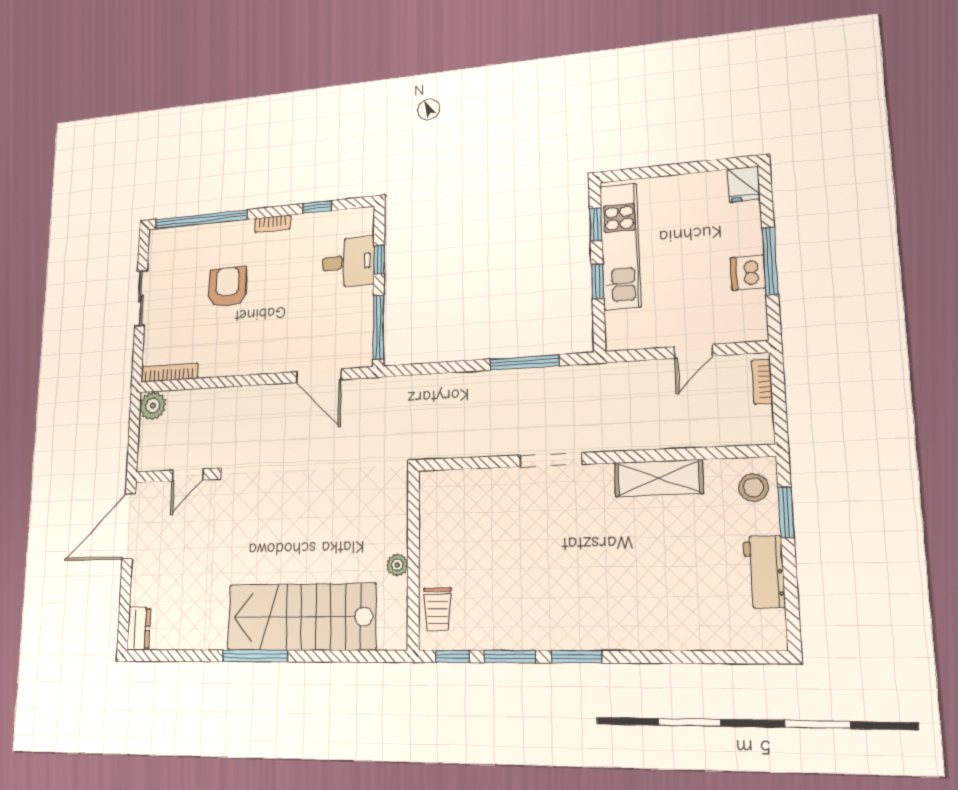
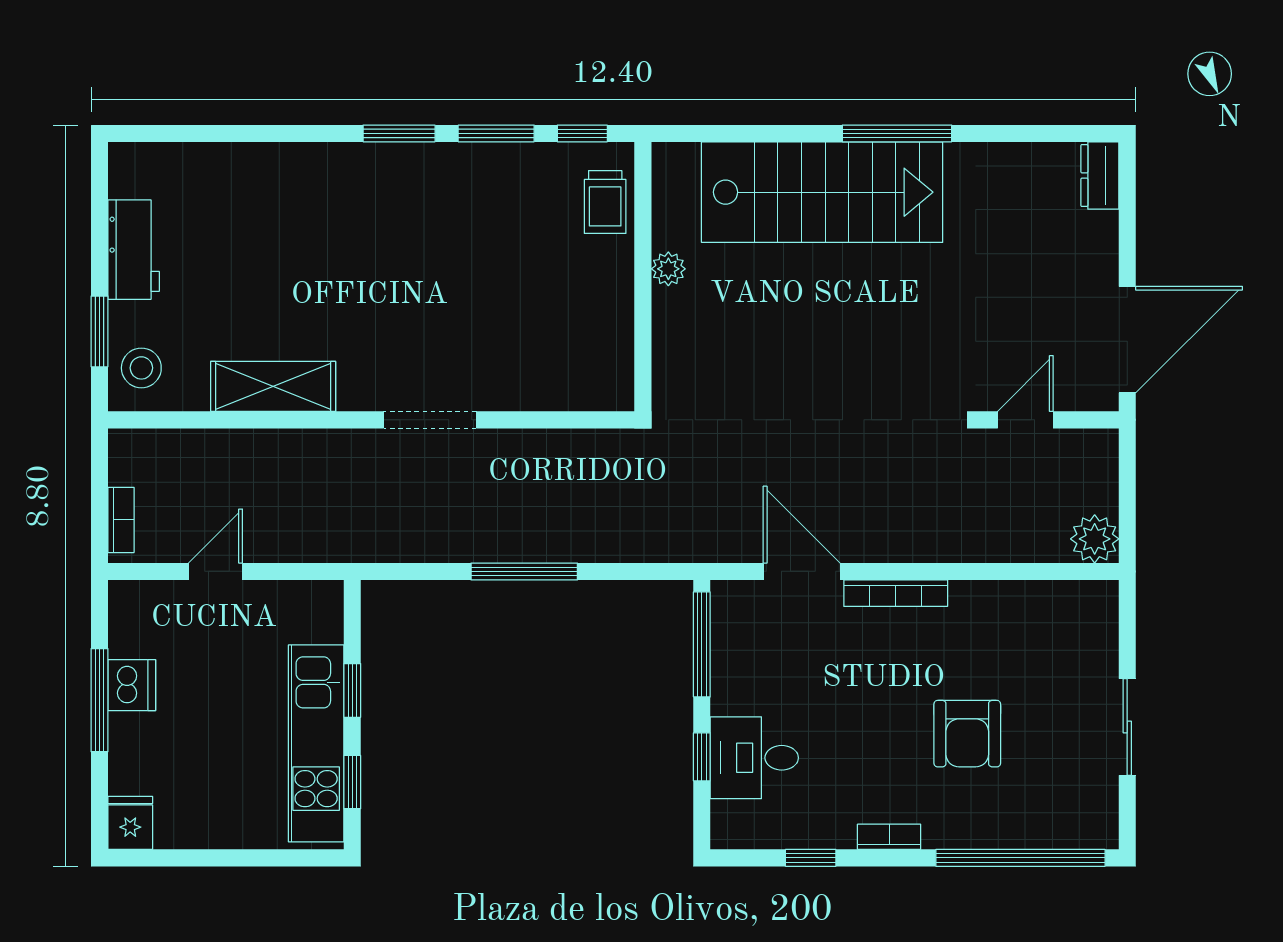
window: (525, 362) -> (524, 571), moved
bookcase: (169, 373) -> (896, 593), moved
trolley: (437, 609) -> (605, 202), turned 180

